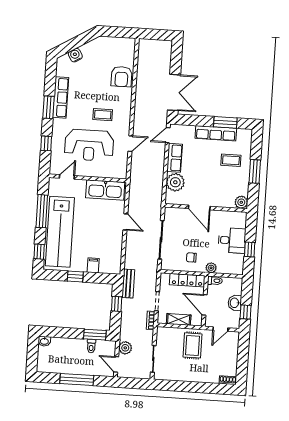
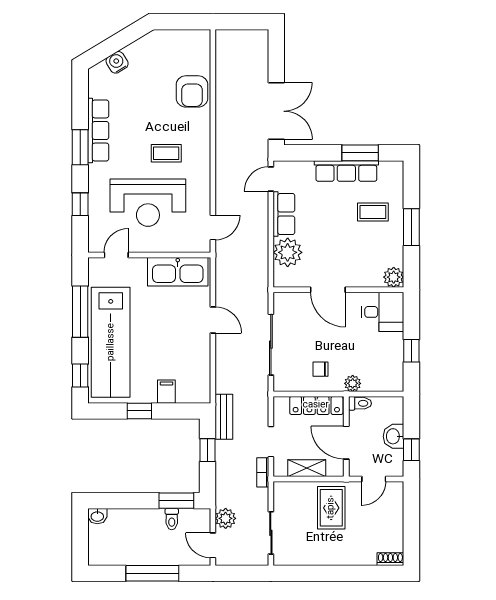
door: (130, 144) -> (213, 227), moved
desk: (232, 240) -> (383, 312), moved

